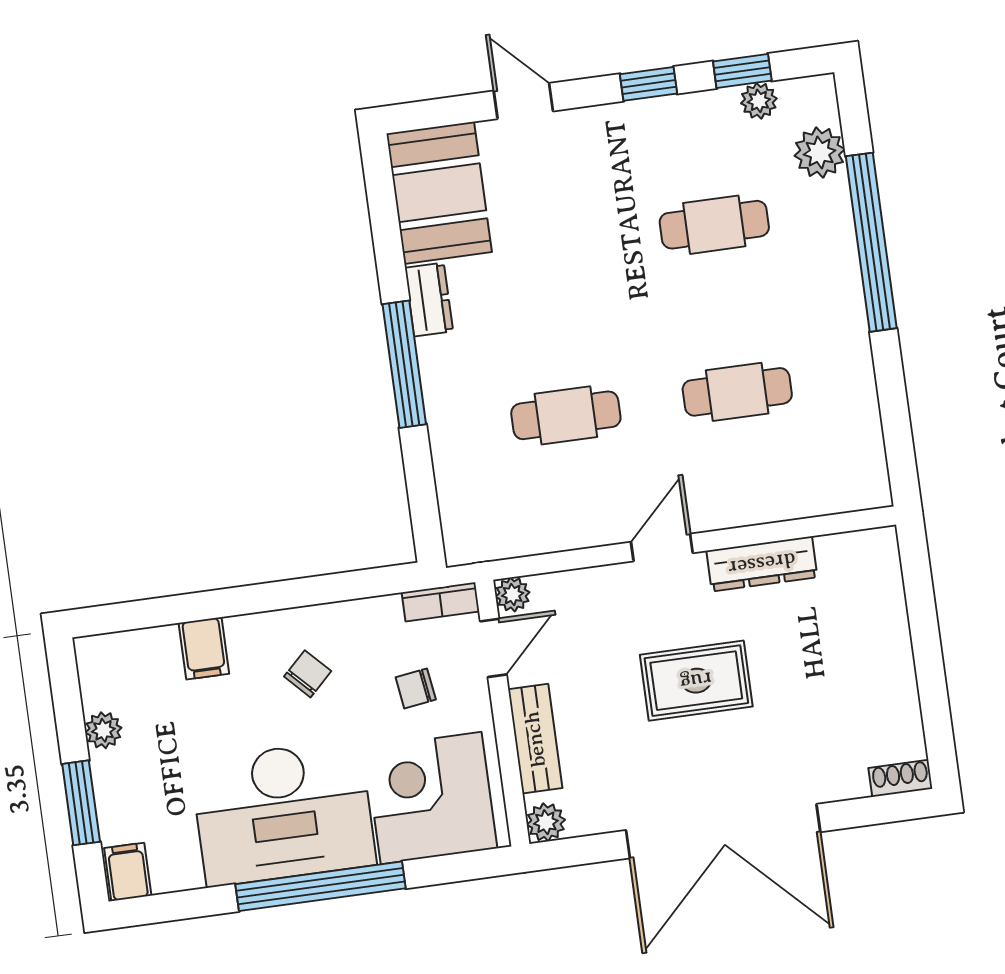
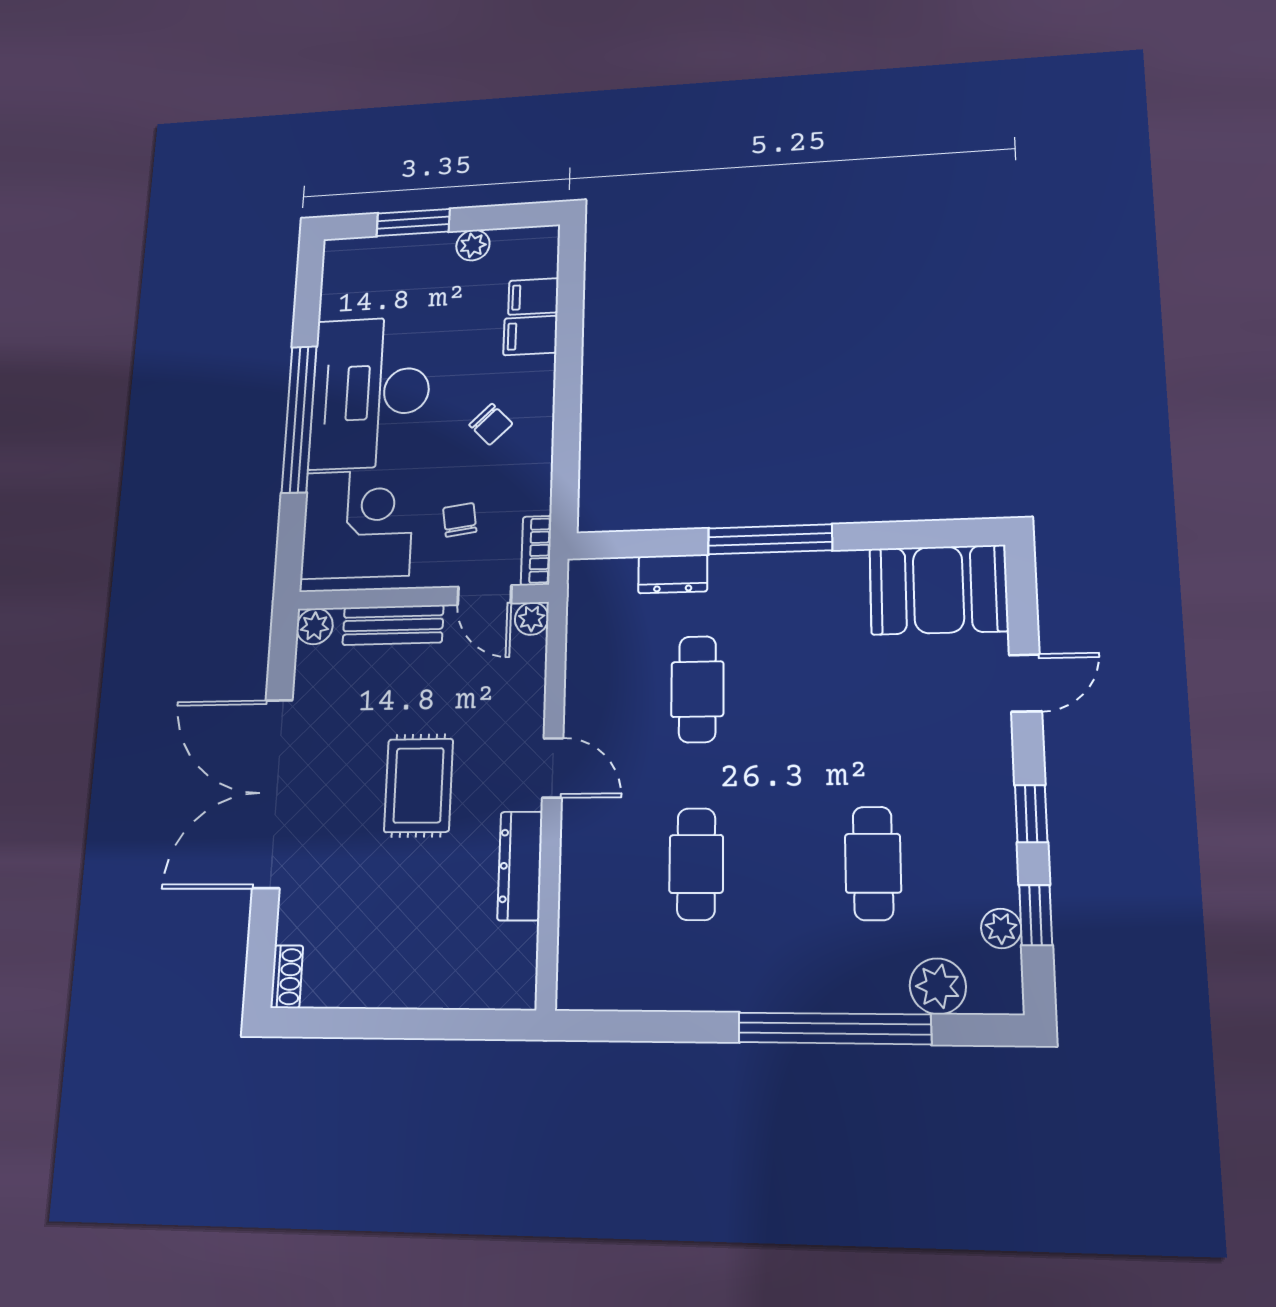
dresser: (429, 300) -> (673, 574), moved
filing cabinet: (128, 872) -> (533, 297), moved, turned 180

